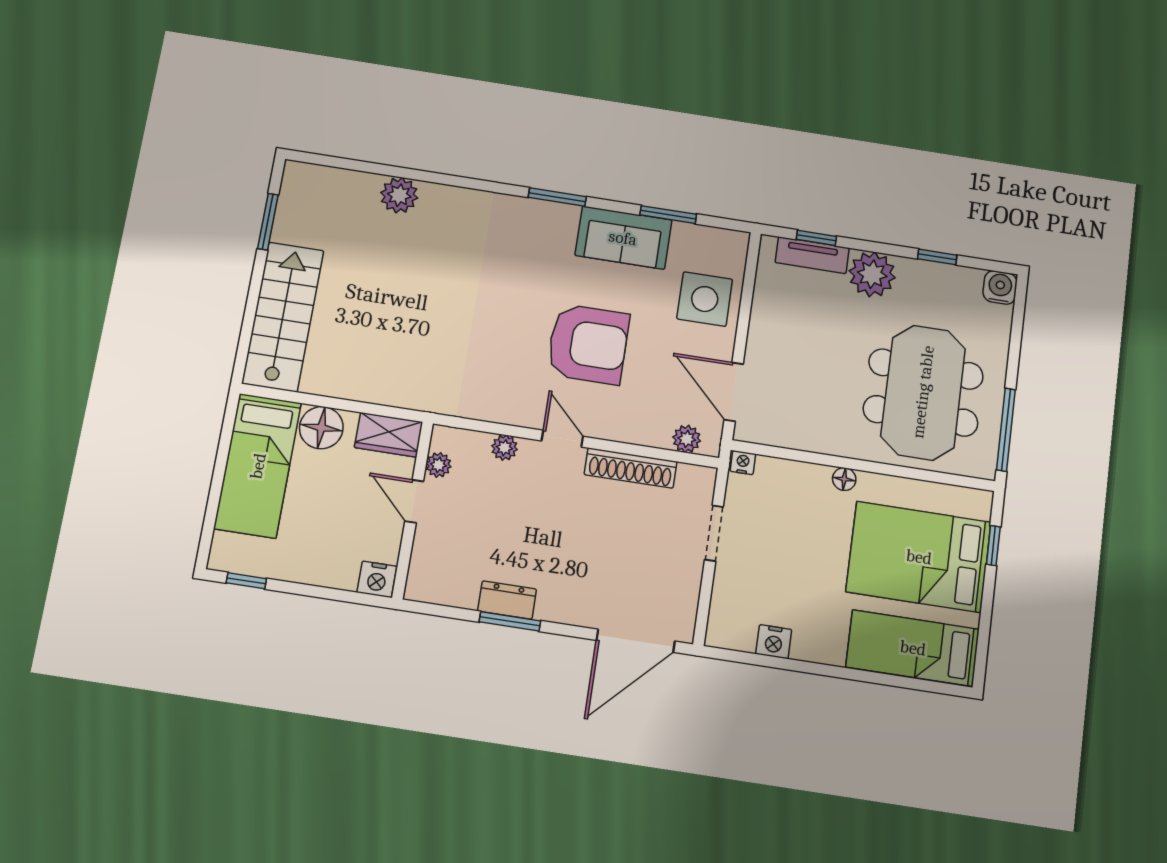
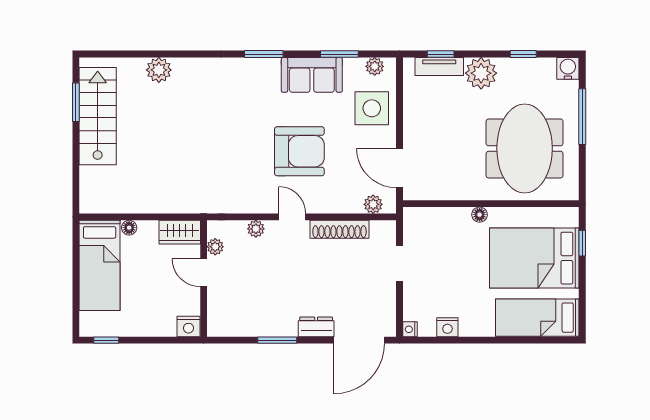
plant: (718, 240) -> (375, 66), added
stairs: (283, 317) -> (98, 116), moved
floor lamp: (321, 428) -> (129, 228), width x0.53, depth x0.53
window: (1006, 430) -> (582, 117), moved
nightstand: (743, 463) -> (410, 329), moved, turned -90
dresser: (507, 600) -> (316, 327), moved

